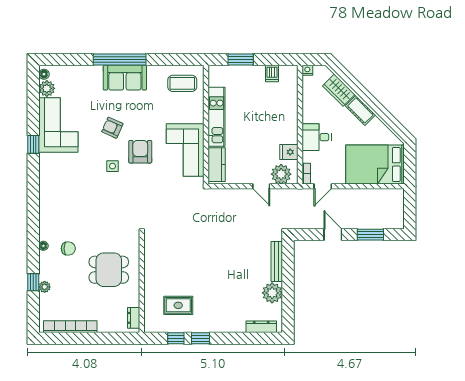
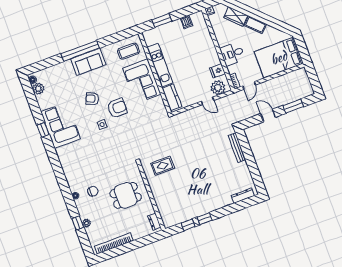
corner sofa: (58, 125) -> (61, 125), moved
corner sofa: (185, 150) -> (142, 81), moved
armchair: (140, 152) -> (117, 108), turned 90
plant: (272, 293) -> (242, 170), removed
rug: (178, 305) -> (163, 166), moved

